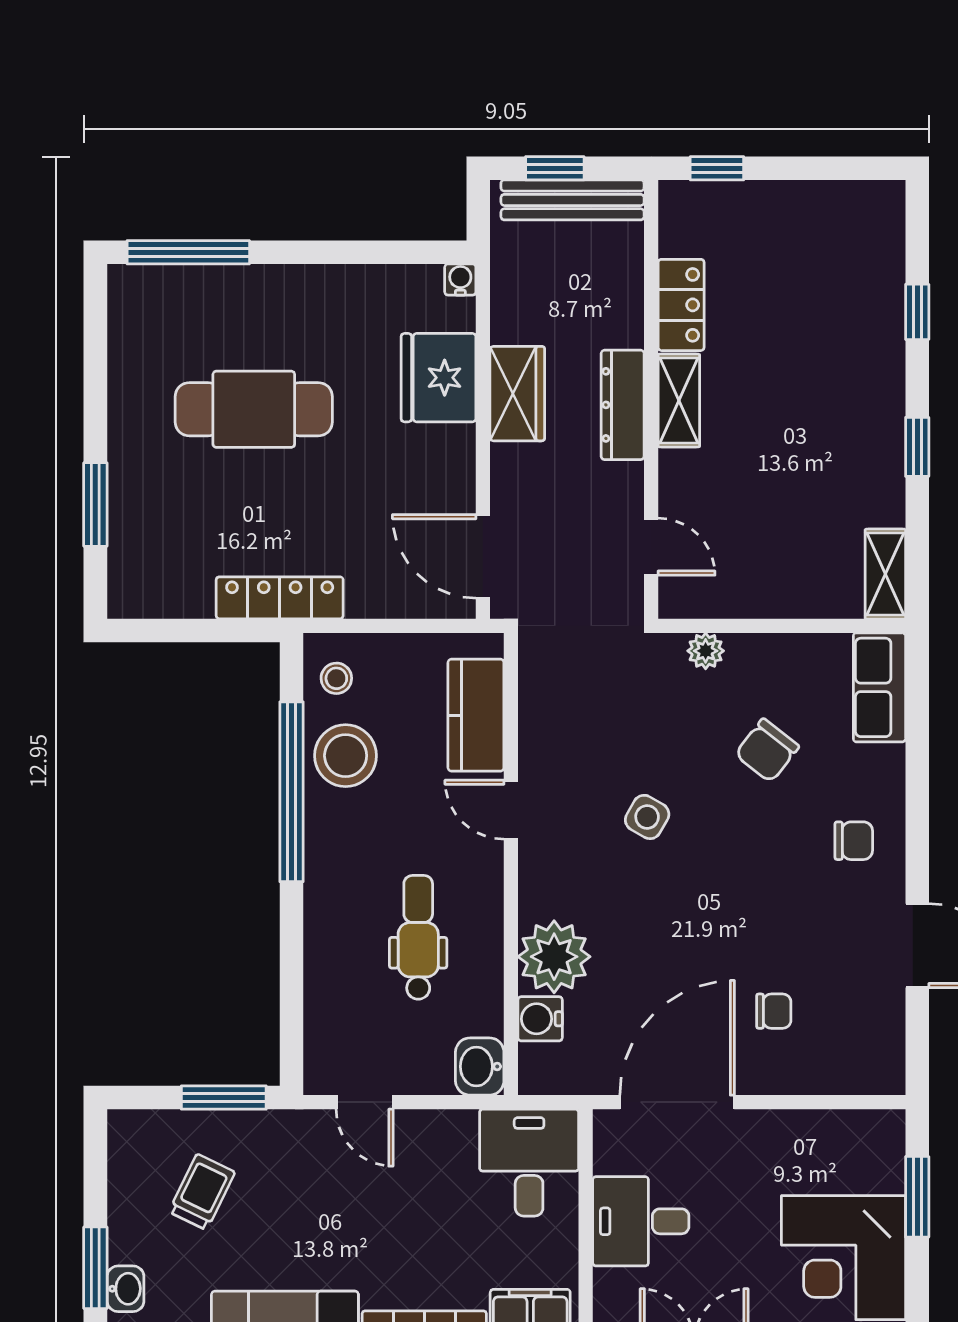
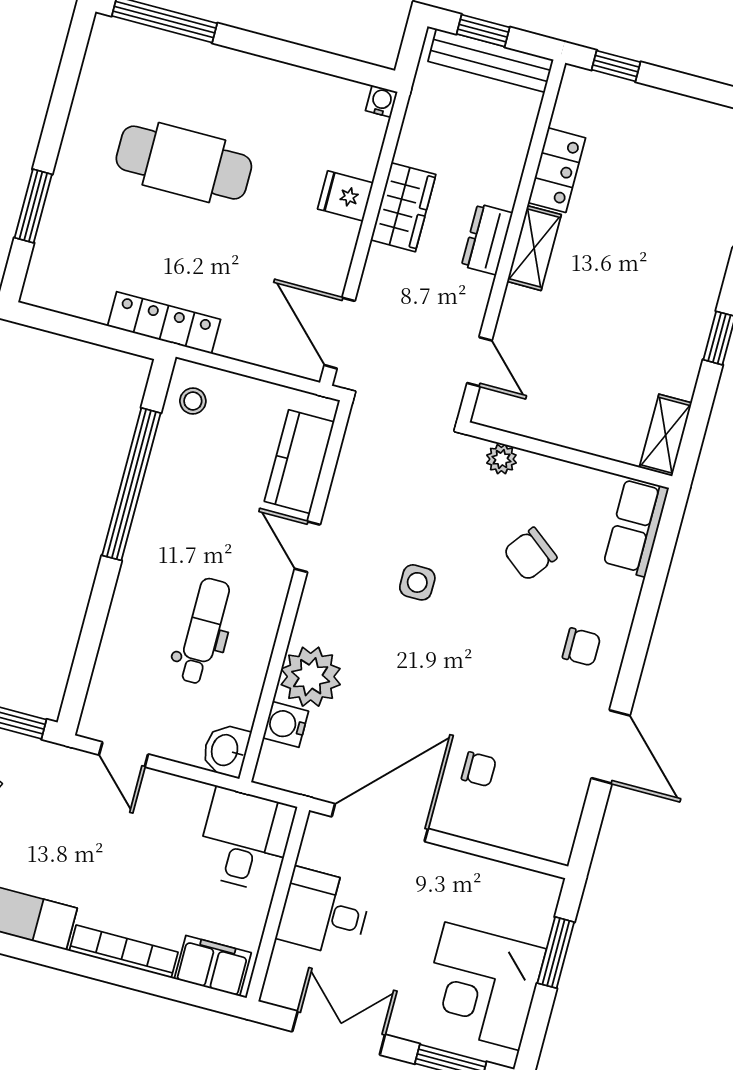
fridge: (439, 378) -> (345, 196), width x0.53, depth x0.75
dresser: (623, 405) -> (487, 239), width x0.70
stool: (346, 756) -> (184, 466), removed
side table: (647, 817) -> (417, 582), turned -30

